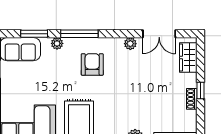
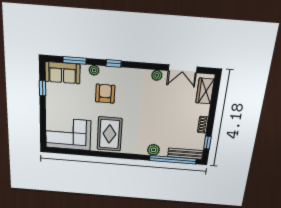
window: (79, 34) -> (114, 63), width x0.46
armchair: (92, 64) -> (105, 94), moved
window: (201, 90) -> (207, 143), moved

